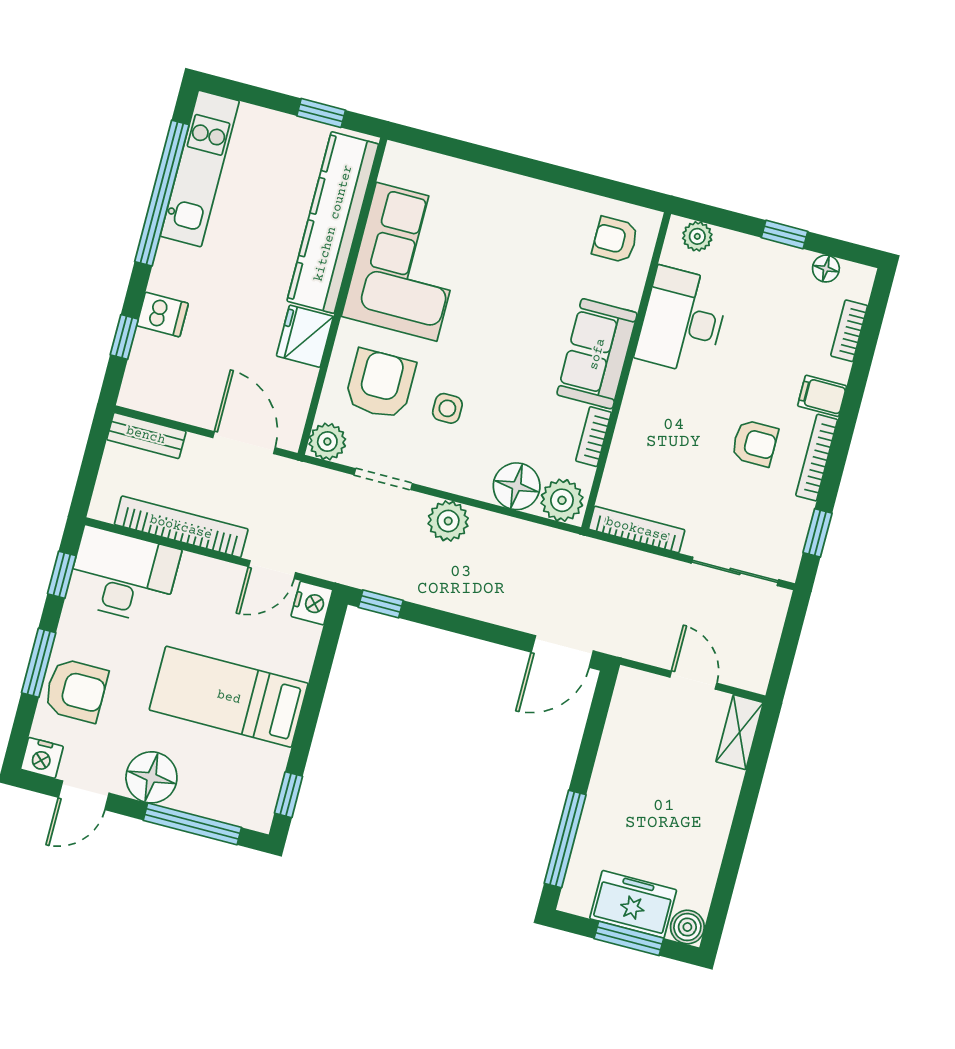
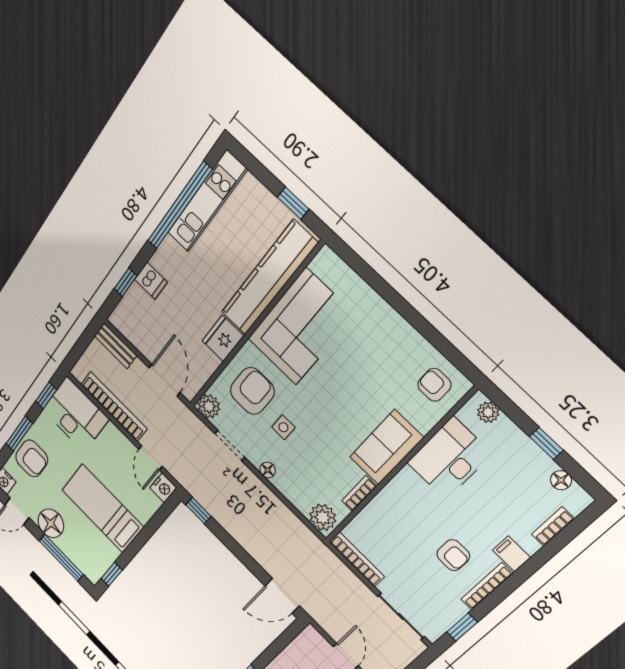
floor lamp: (517, 486) -> (268, 470), moved, width x0.53, depth x0.53
plant: (448, 521) -> (254, 490), removed
door: (272, 570) -> (150, 458), hinge flipped

